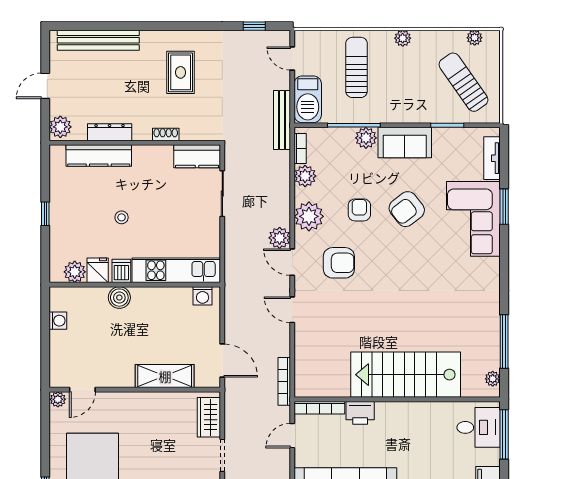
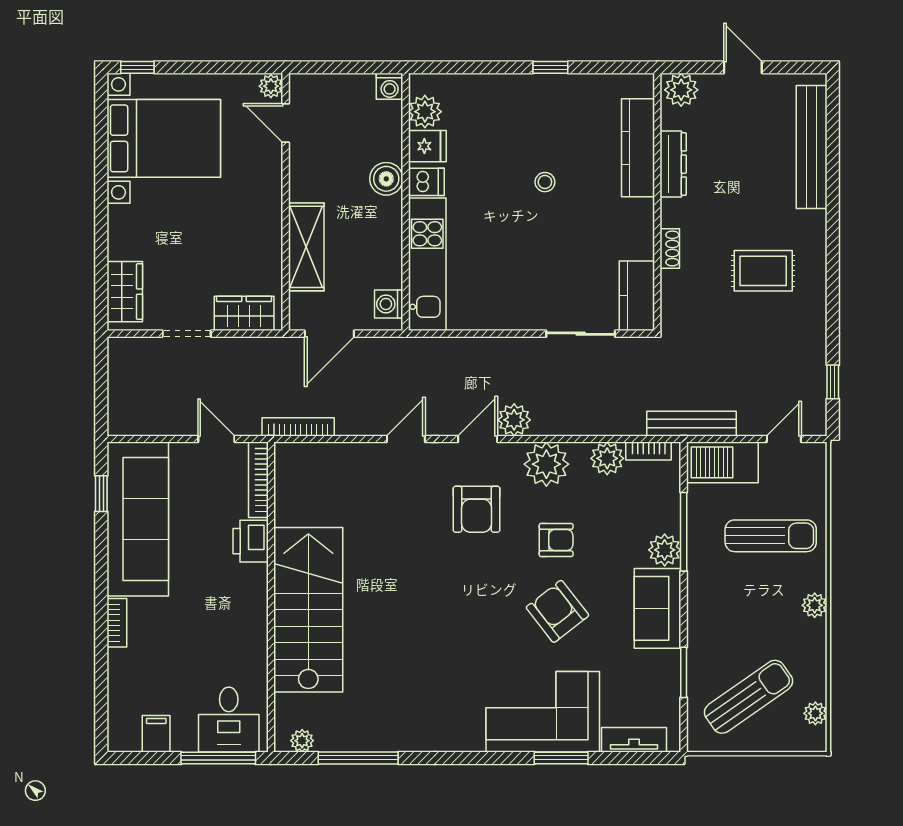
fridge: (98, 270) -> (427, 146), moved
kitchen unit: (176, 270) -> (427, 264), moved
dishwasher: (121, 271) -> (426, 182), moved
plant: (75, 272) -> (425, 112), moved
wall: (135, 285) -> (406, 202), moved
washing machine: (203, 296) -> (389, 304), moved
boiler: (119, 298) -> (386, 179), moved

